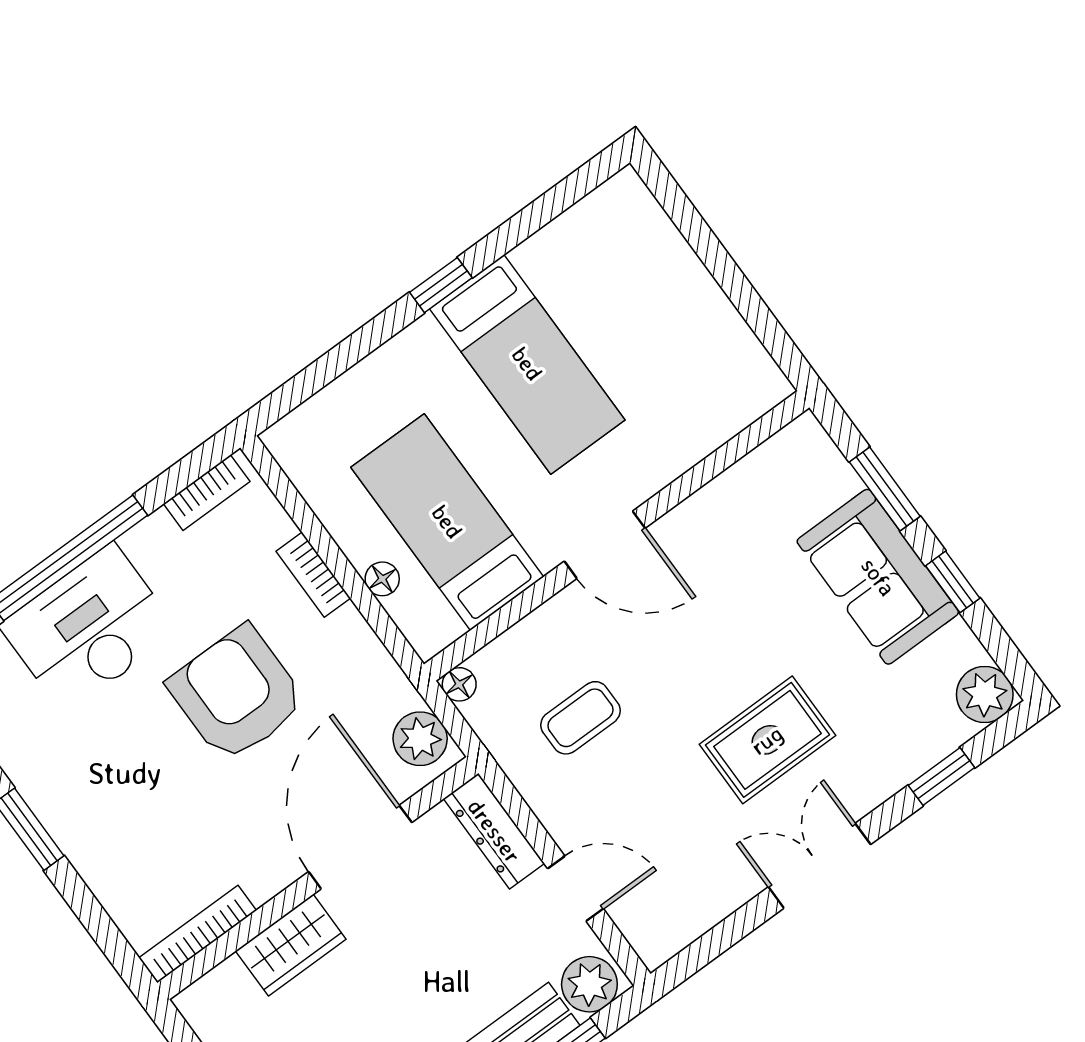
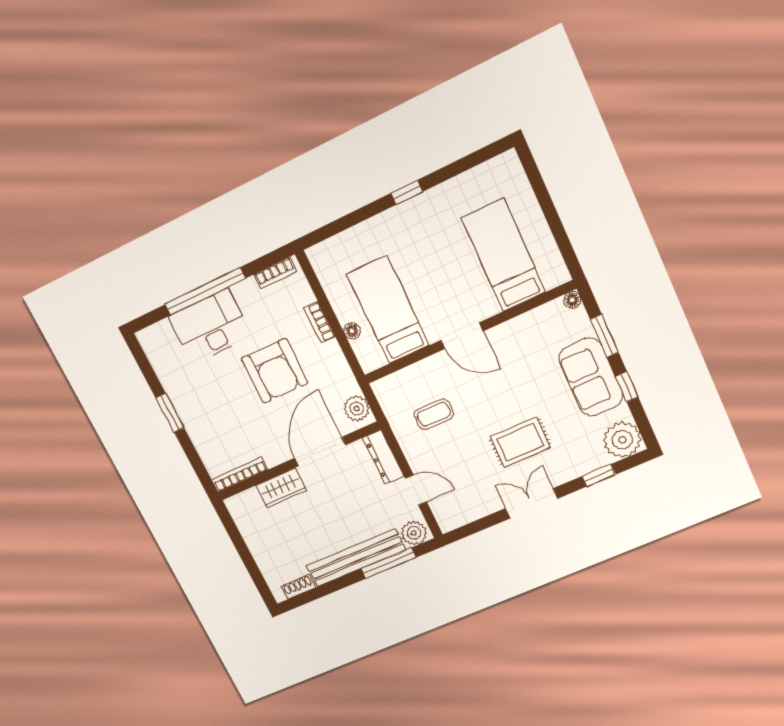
bed: (527, 364) -> (504, 255), moved, turned 180
floor lamp: (459, 684) -> (572, 300), moved
armchair: (237, 694) -> (275, 371), turned 180
plant: (985, 694) -> (622, 440), width x1.36, depth x1.36

